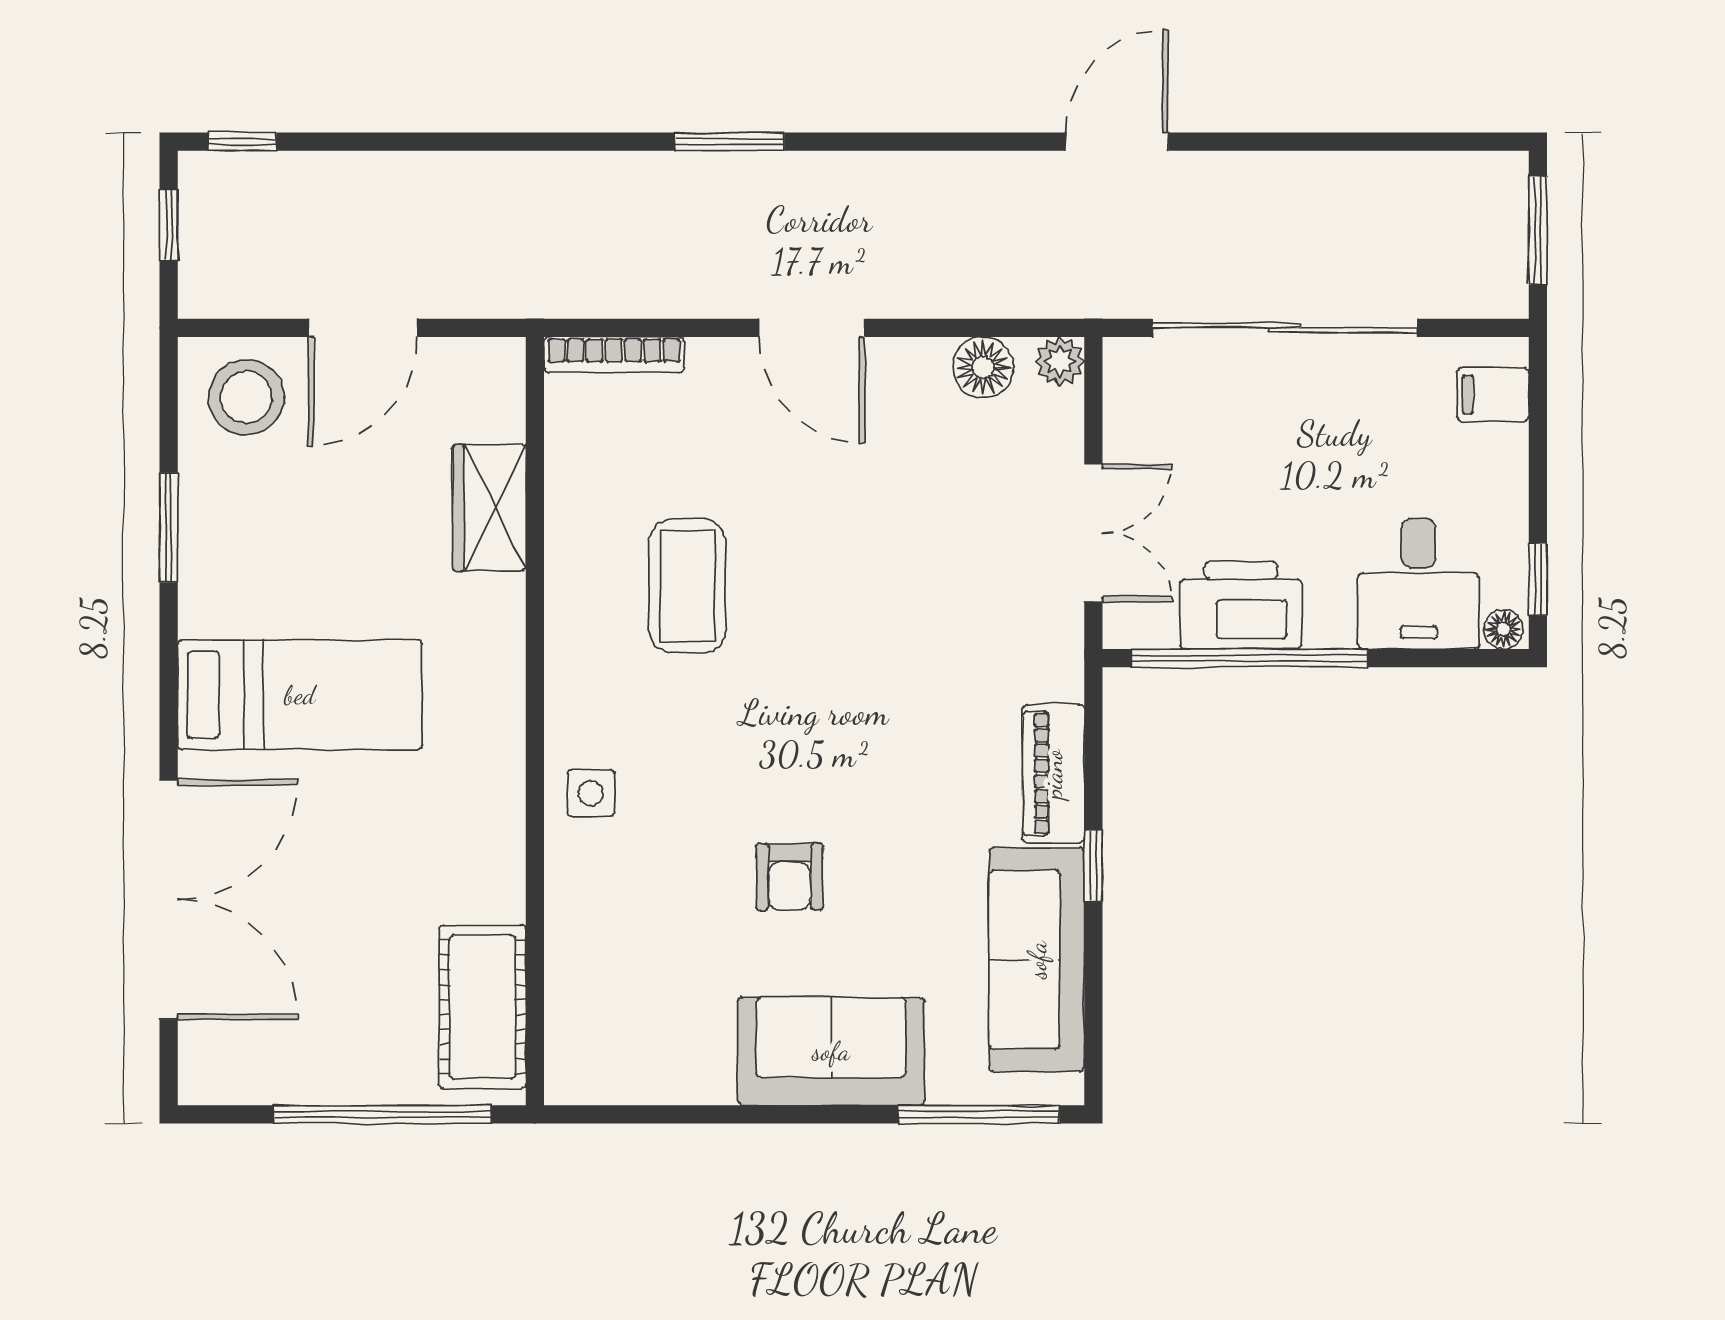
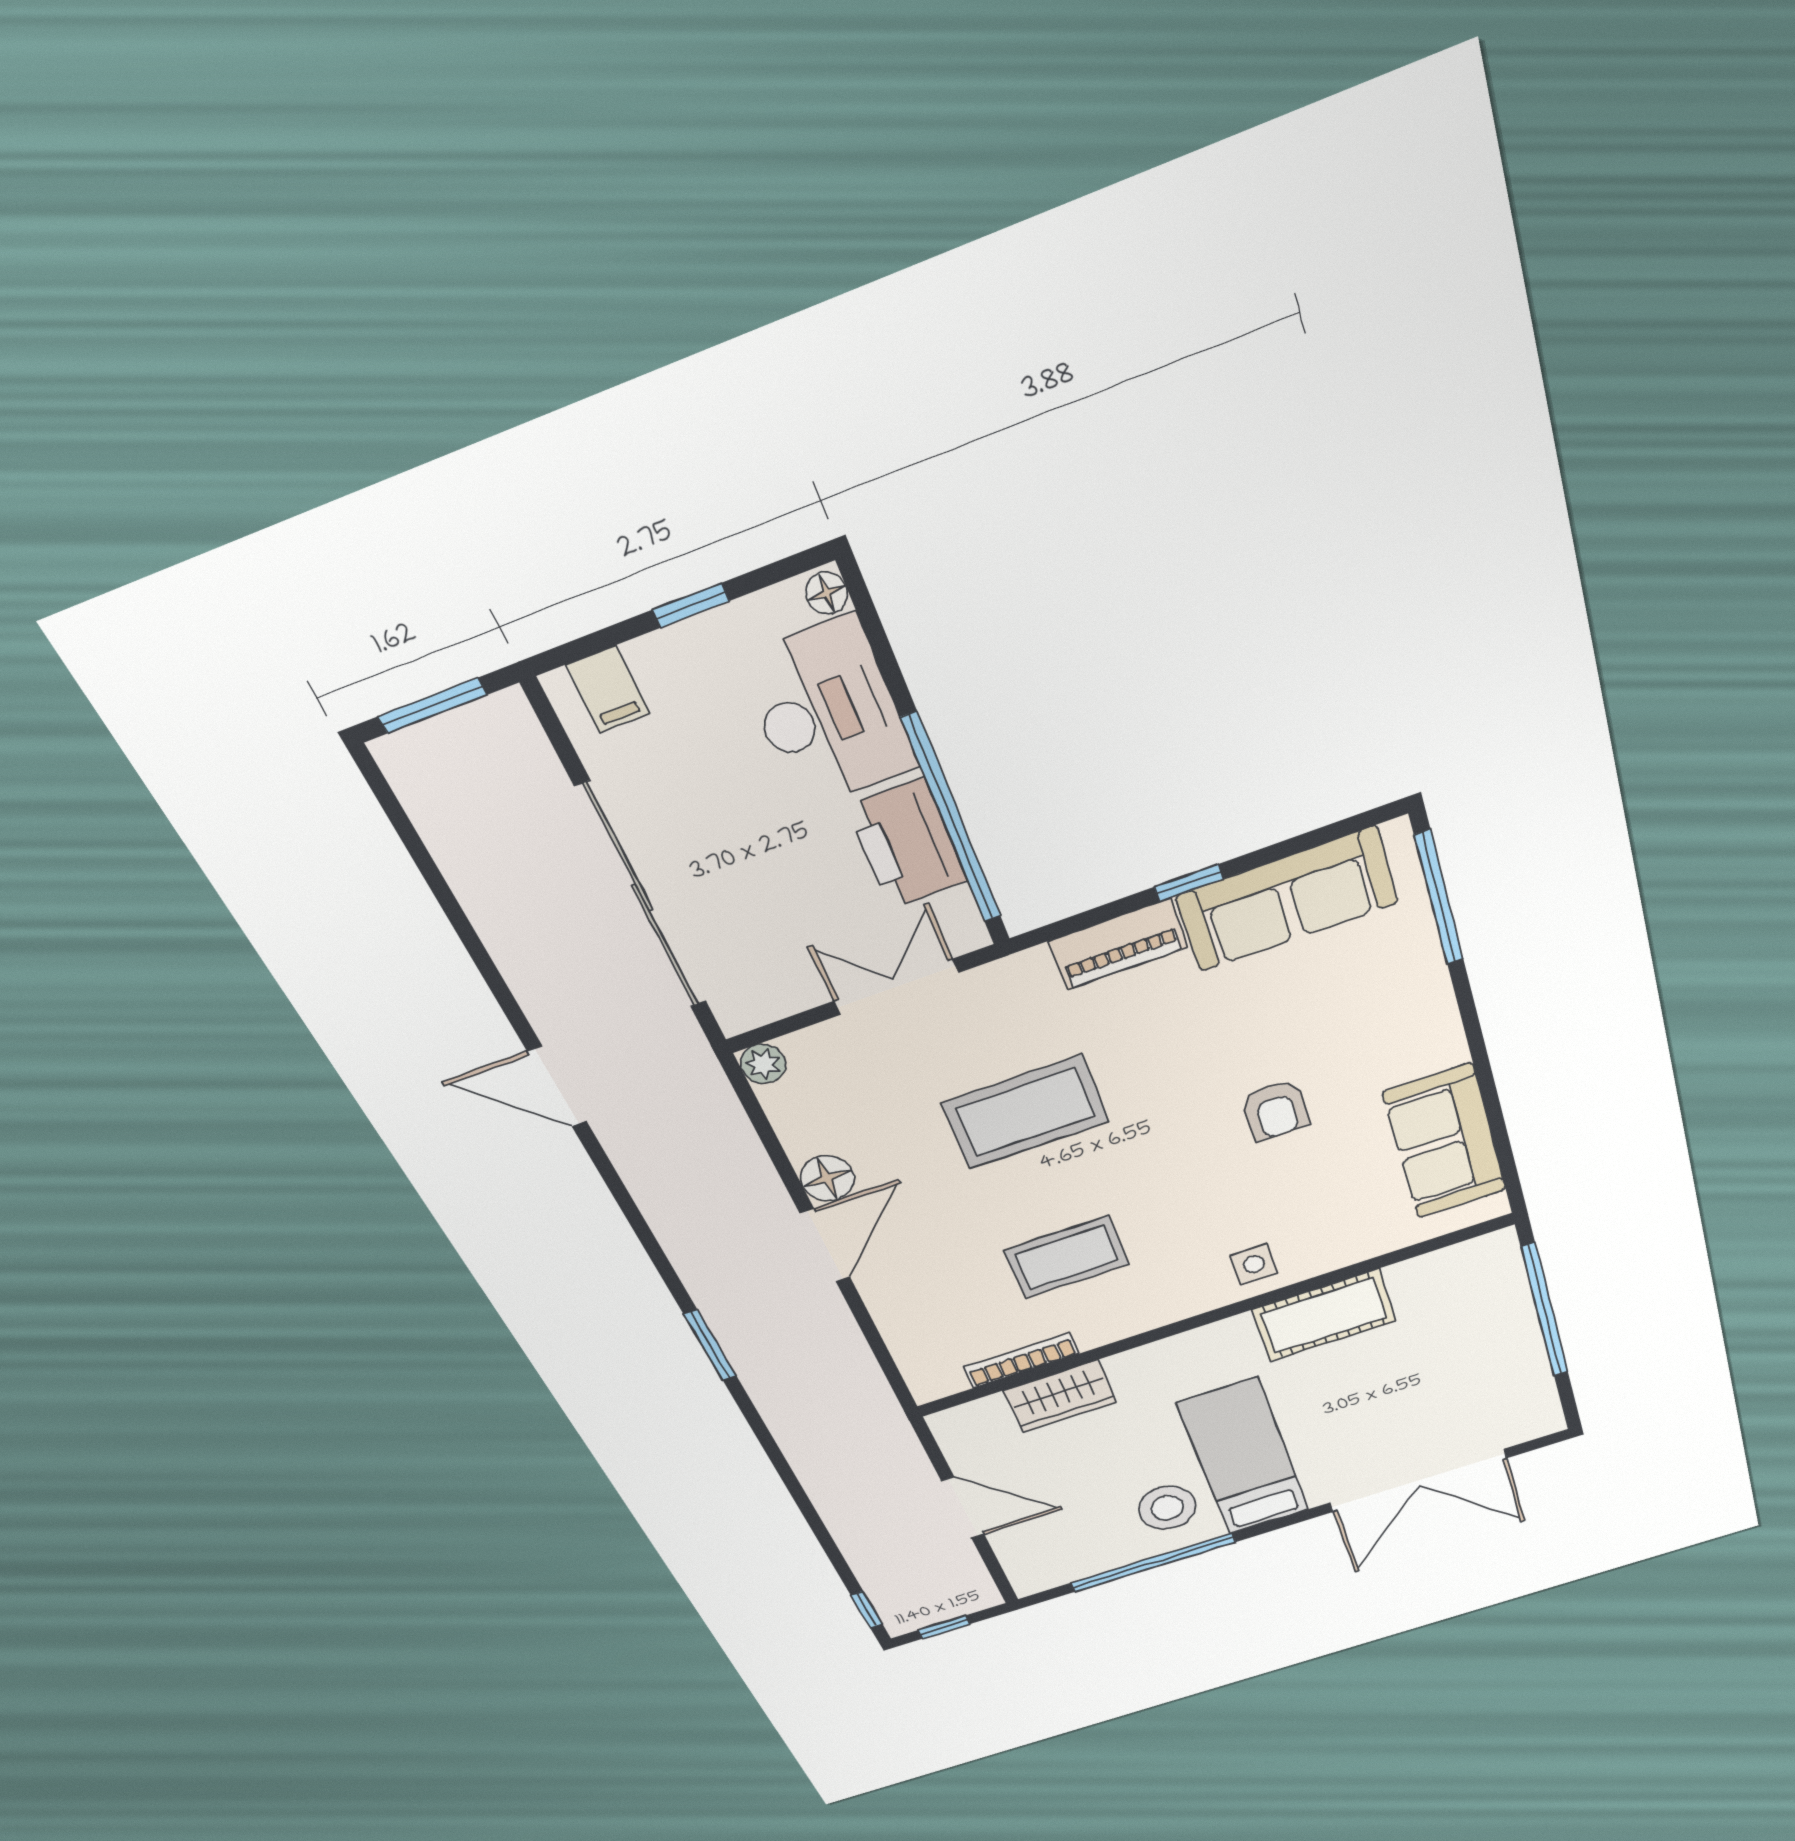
bookcase: (614, 355) -> (1021, 1360), moved, turned -90
floor lamp: (983, 367) -> (827, 1178), moved
stool: (246, 397) -> (1167, 1508), moved
window: (169, 527) -> (1153, 1563), width x2.11
window: (1538, 579) -> (691, 605), moved
desk: (1418, 584) -> (827, 713), width x1.37
coffee table: (894, 609) -> (1025, 1112), added
armchair: (790, 877) -> (1276, 1110), turned 90
double door: (169, 899) -> (1418, 1480), swing flipped
cot: (482, 1007) -> (1324, 1316), moved
sofa: (831, 1051) -> (1445, 1142), moved

